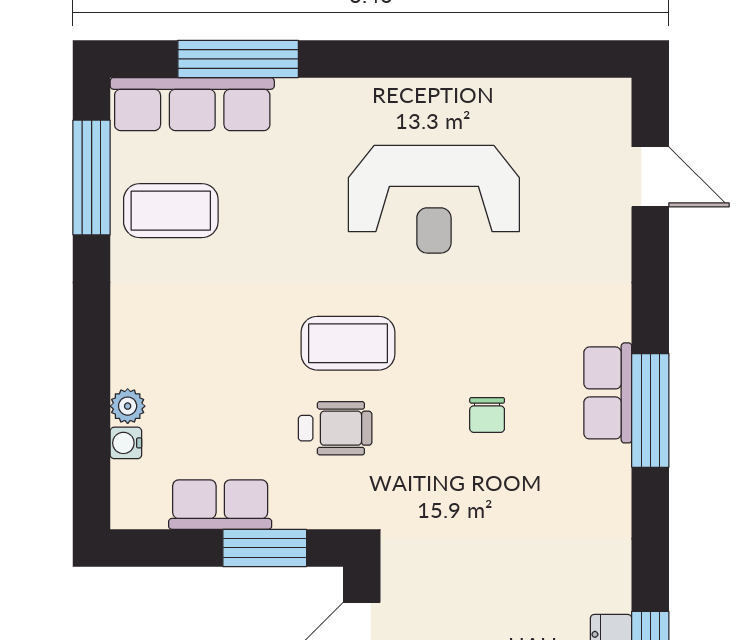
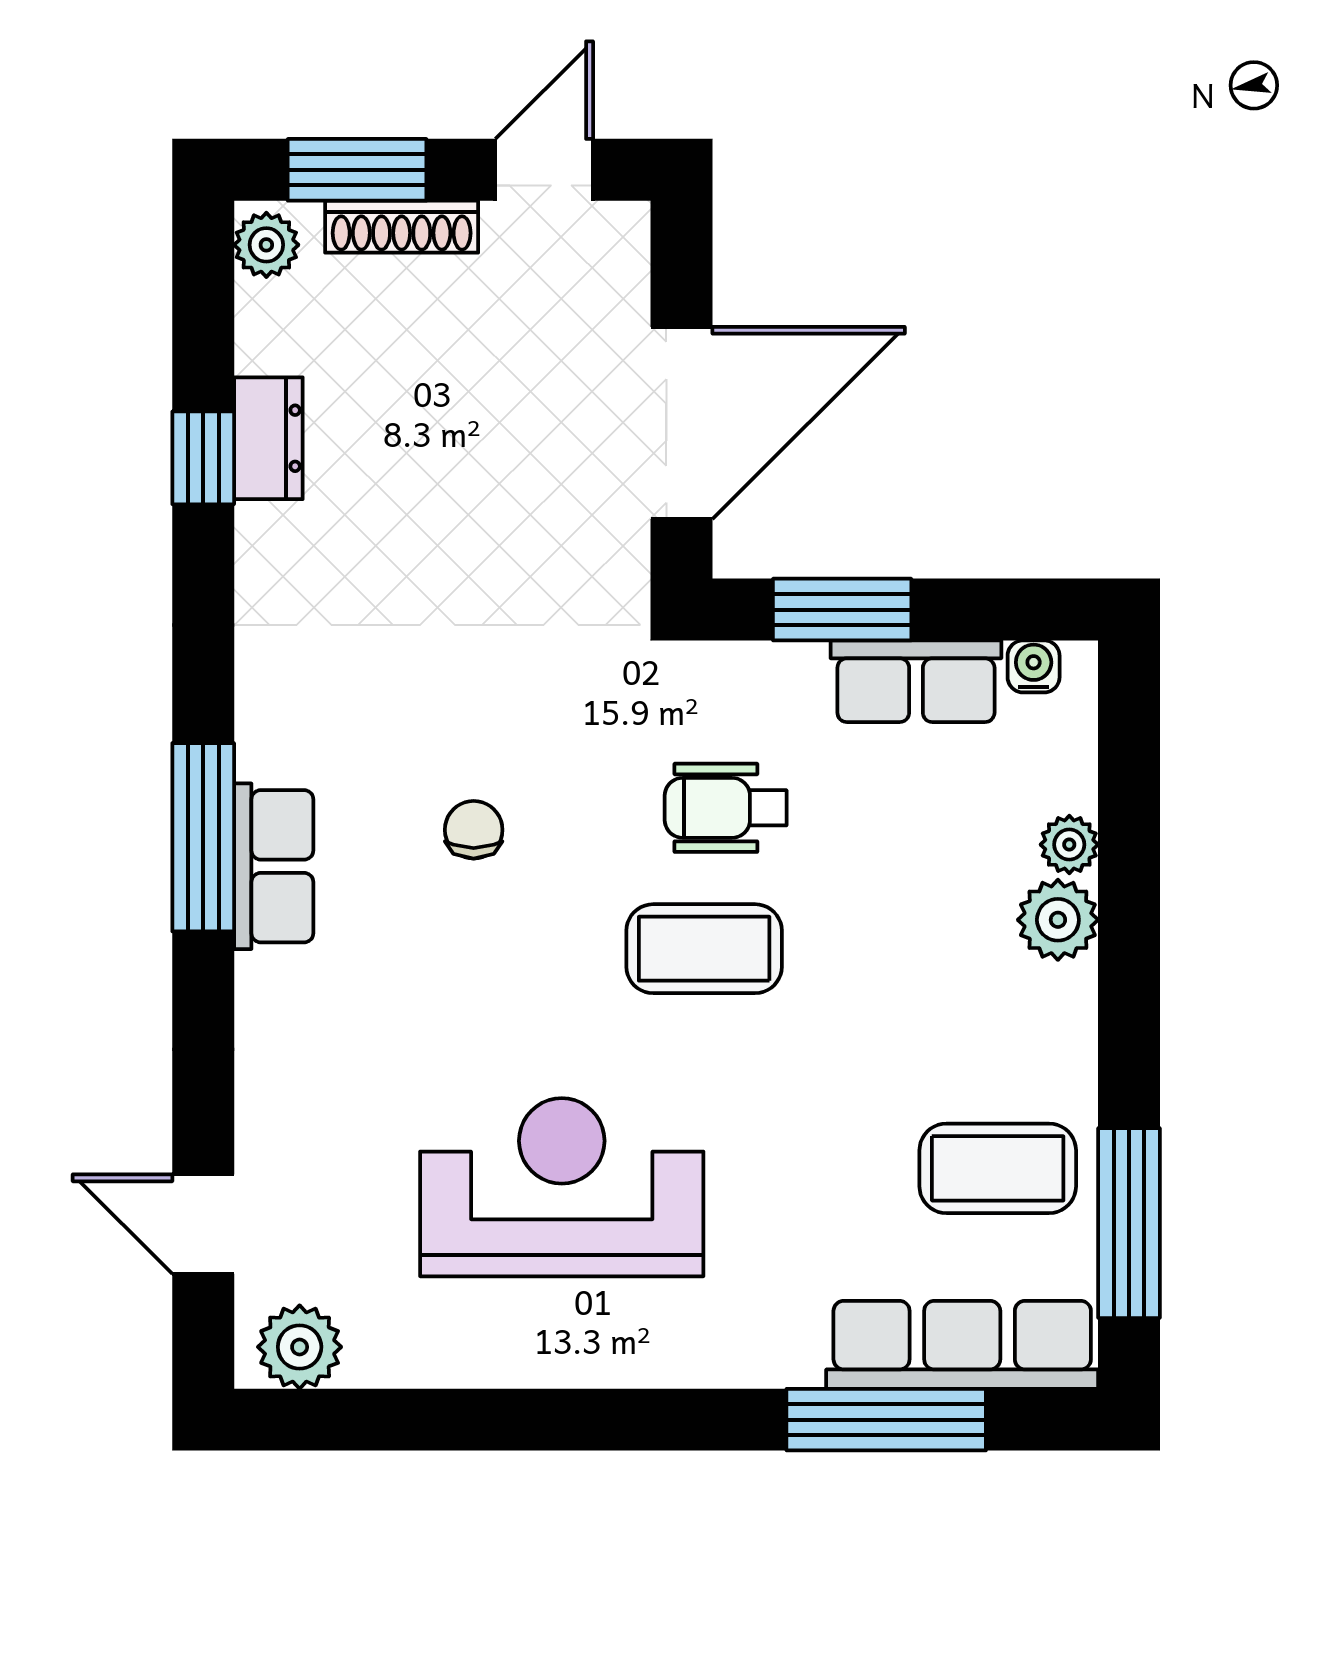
plant: (592, 103) -> (300, 1347), added
plant: (134, 361) -> (1058, 920), added
water cooler: (126, 443) -> (1034, 666), moved, turned -90

